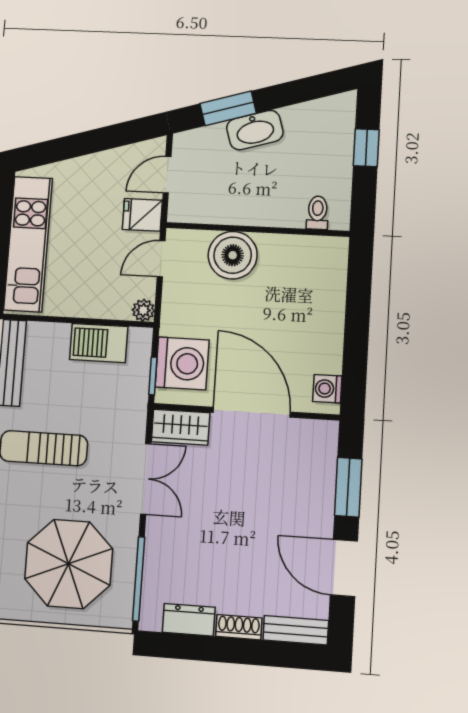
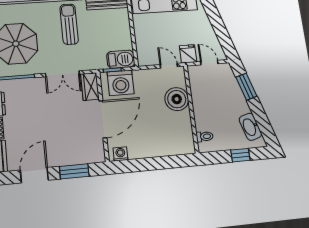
washbasin: (255, 130) -> (250, 127), moved
plant: (143, 310) -> (143, 61), removed
barbecue: (99, 343) -> (121, 59), moved, turned 90

